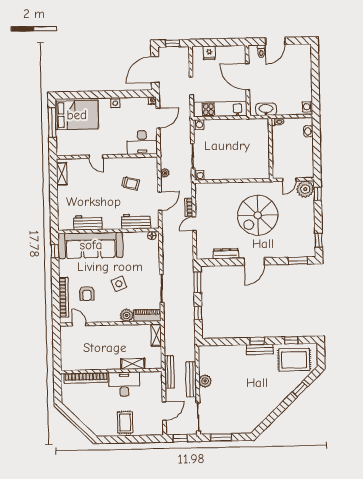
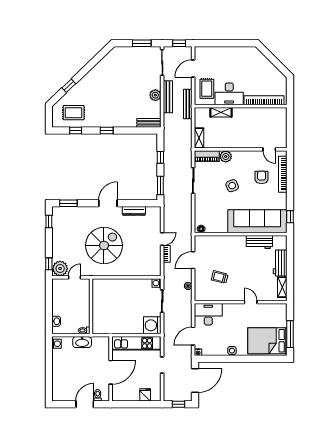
door: (248, 77) -> (111, 372), hinge flipped
washbasin: (266, 109) -> (82, 342), moved
washing machine: (198, 125) -> (152, 325), width x1.89, depth x1.89
workbench: (136, 222) -> (280, 263), moved, turned 90
bench: (260, 349) -> (149, 123), moved
rug: (294, 360) -> (74, 113), width x0.73, depth x0.70
rug: (125, 422) -> (207, 89), moved

